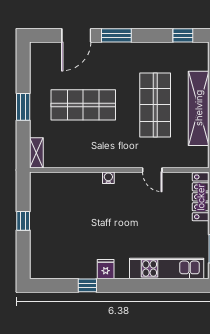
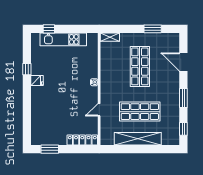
window: (116, 35) -> (183, 98), moved
window: (23, 107) -> (153, 29), moved
window: (23, 221) -> (49, 29), moved
kitchen unit: (167, 268) -> (63, 39), moved, turned 90

